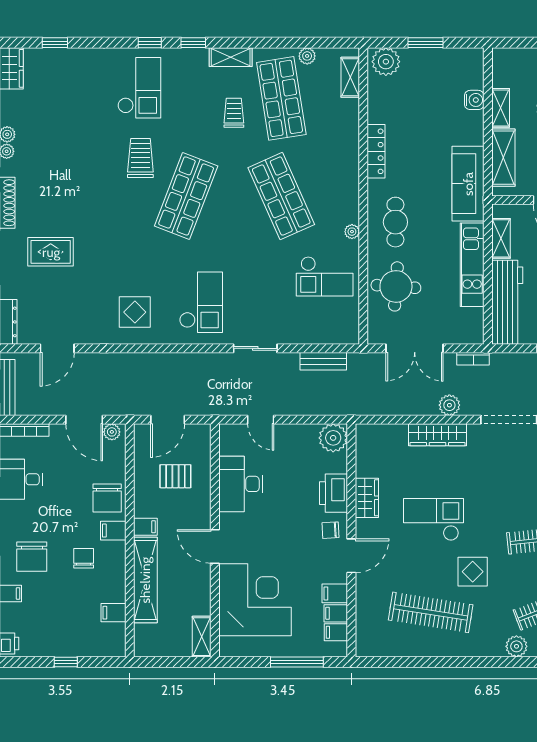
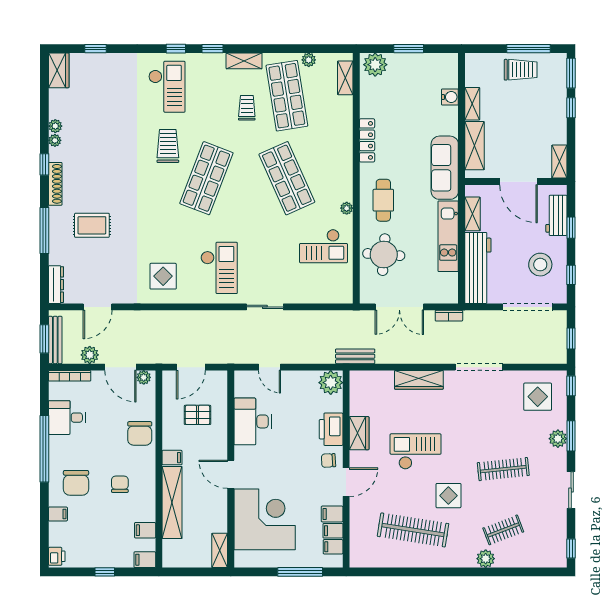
bench: (323, 361) -> (355, 356), moved
plant: (449, 405) -> (90, 355), moved
filing cabinet: (113, 531) -> (145, 560), moved

